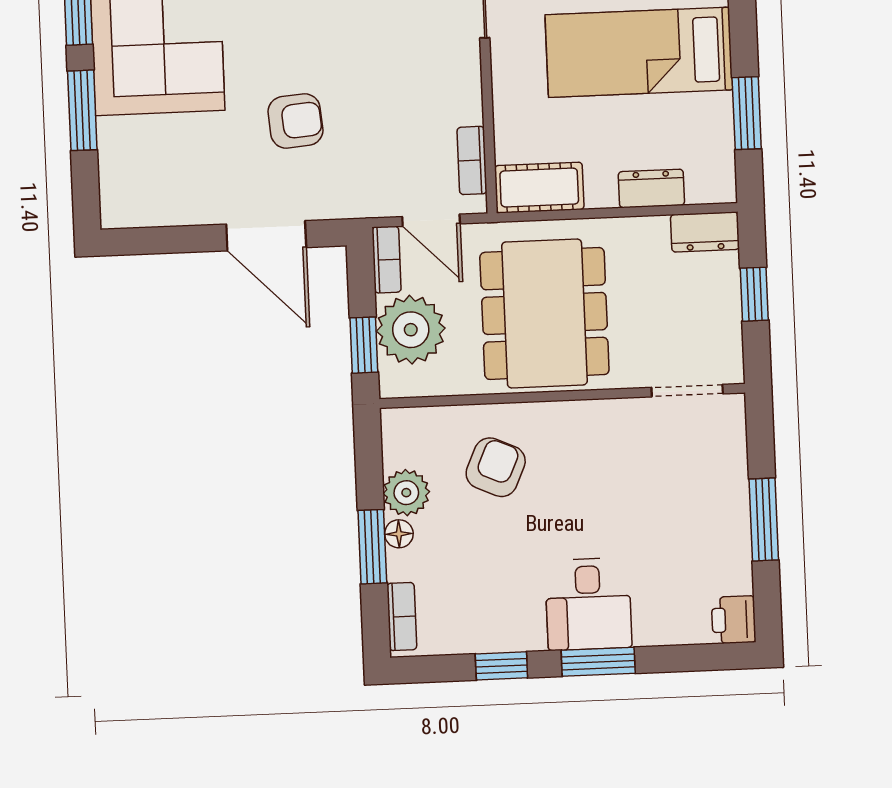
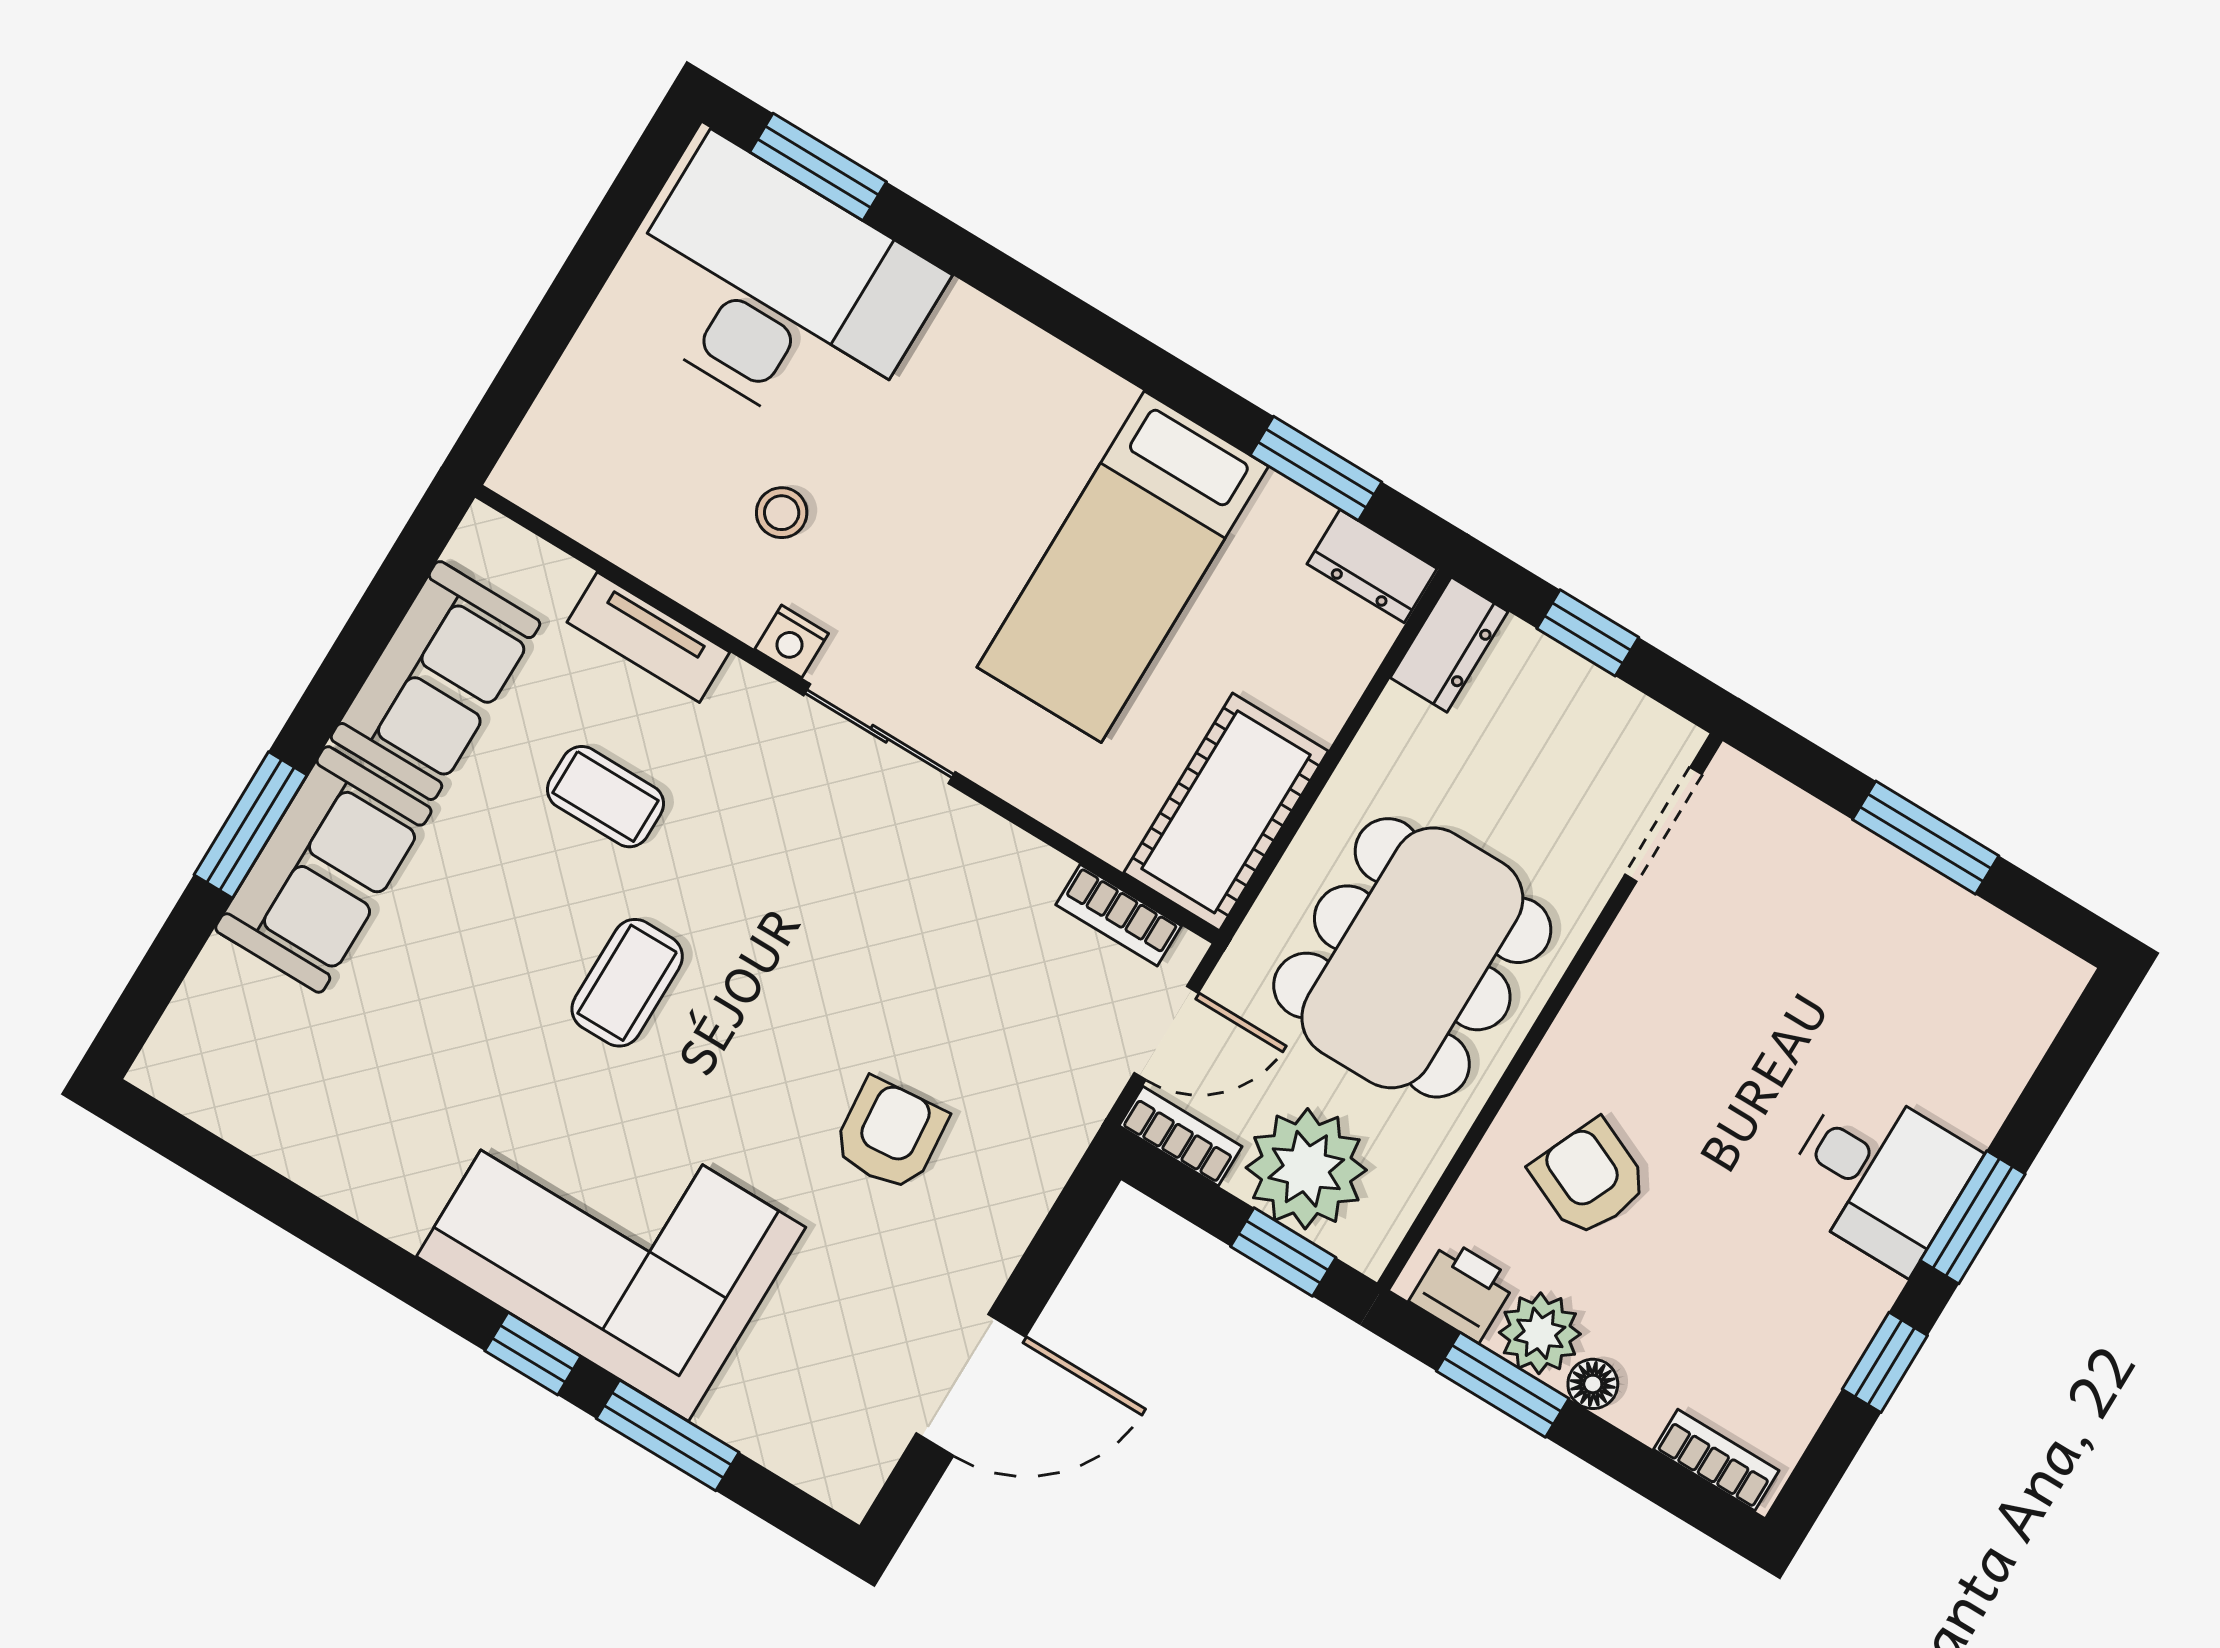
cot: (539, 188) -> (1226, 812), width x1.37, depth x1.34
dresser: (651, 188) -> (1372, 566), moved, turned -90
door: (266, 236) -> (971, 1385), moved
dining table: (544, 313) -> (1412, 958), turned 90
window: (372, 547) -> (1503, 1385), moved
printer: (734, 620) -> (1463, 1291), moved, turned 180

